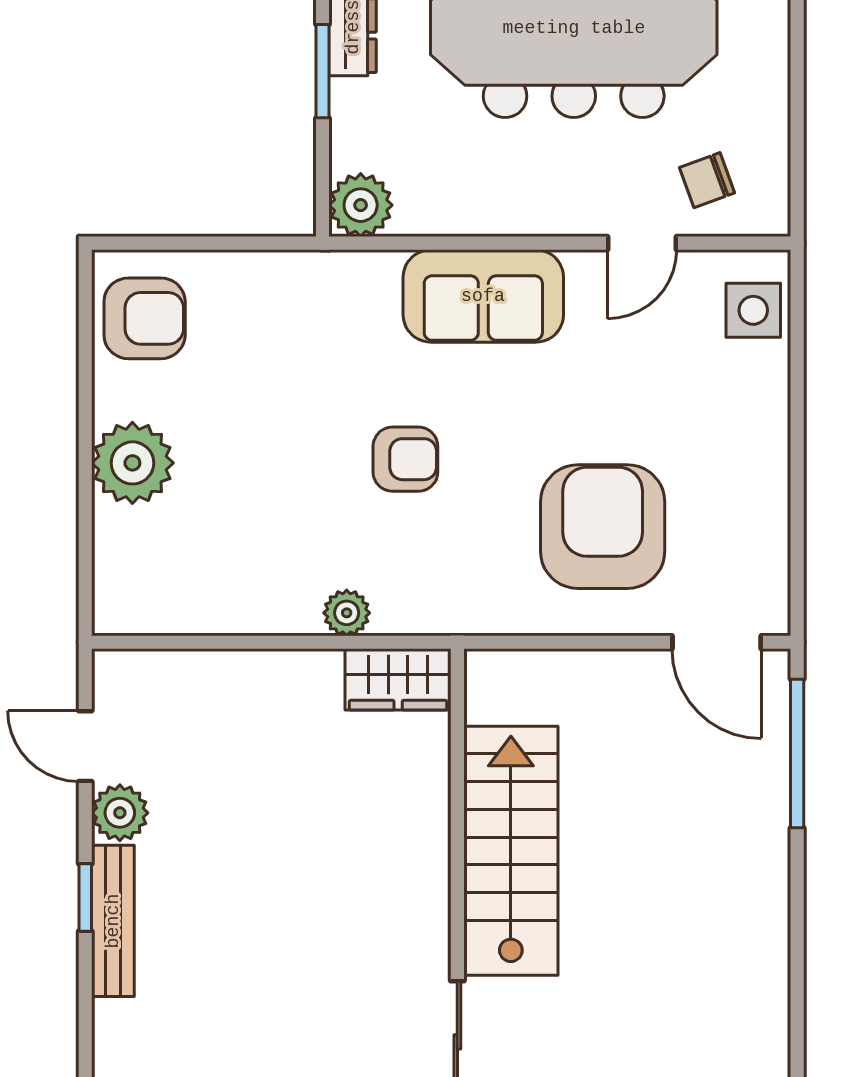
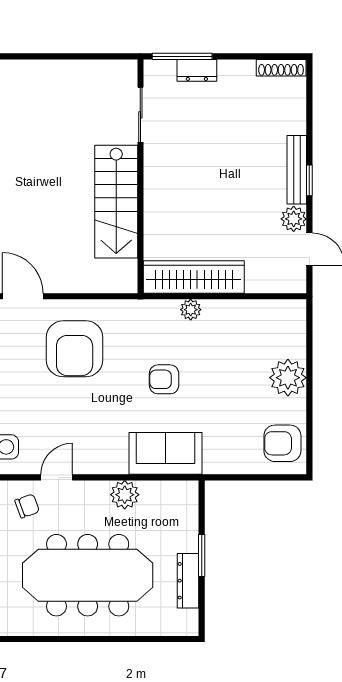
plant: (361, 205) -> (125, 495), moved
sofa: (483, 296) -> (166, 453), moved
wardrobe: (398, 679) -> (194, 277), width x2.10, depth x1.17

